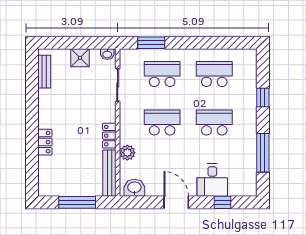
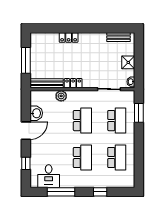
desk: (212, 180) -> (49, 176), moved, turned -90
washbasin: (134, 188) -> (36, 113), moved

